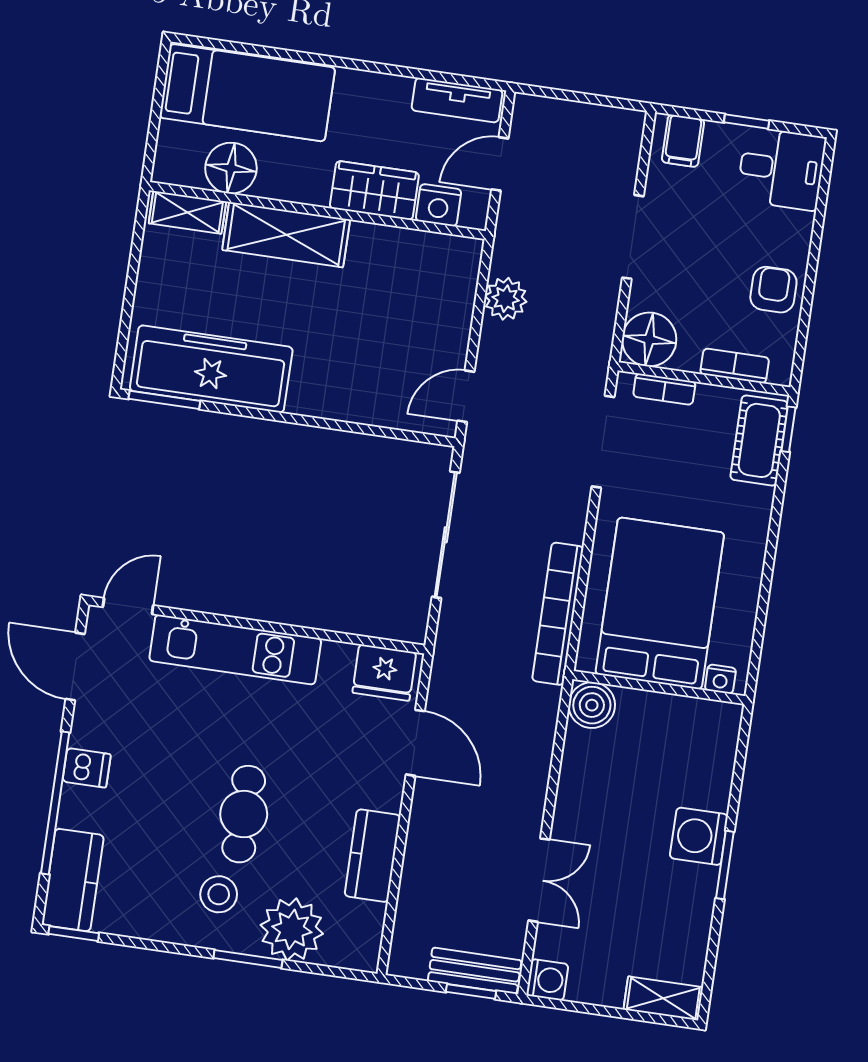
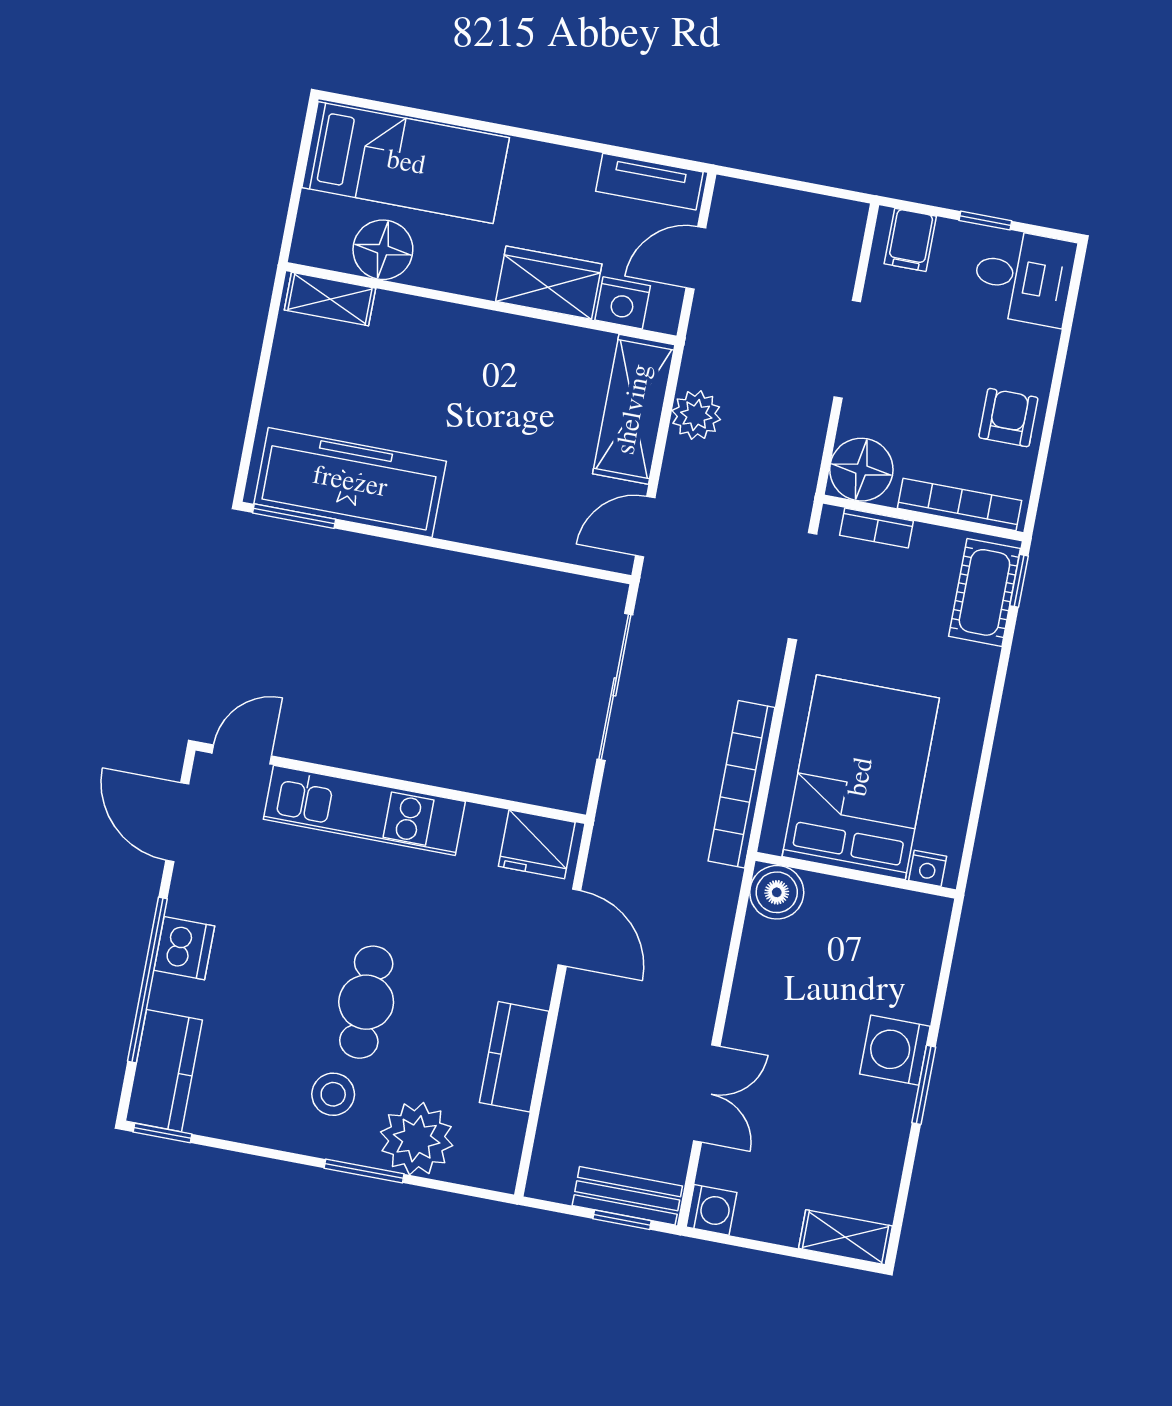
shelving: (286, 235) -> (634, 409), moved, turned 90
bookcase: (735, 366) -> (959, 504), width x1.56
dishwasher: (87, 768) -> (184, 948), width x1.38

